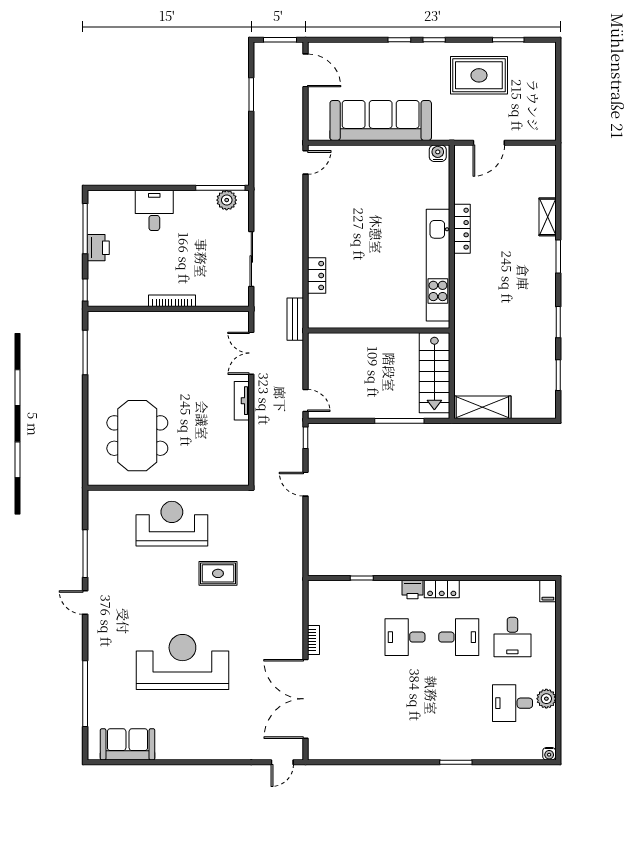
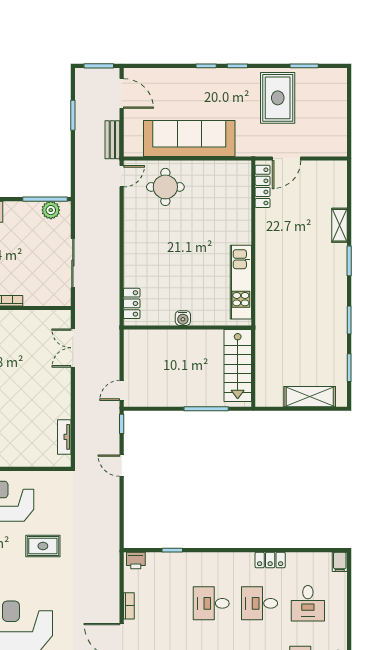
rug: (479, 75) -> (278, 98), turned 90
water cooler: (438, 153) -> (183, 318), moved, turned 180
round table: (354, 174) -> (165, 187), added
locker: (462, 229) -> (263, 186), moved
kitchen unit: (438, 265) -> (241, 282), width x0.73
locker: (317, 276) -> (132, 303), moved
bench: (295, 319) -> (112, 140), moved
door: (305, 400) -> (122, 390), swing flipped
tv unit: (242, 401) -> (64, 437), moved
shelving: (482, 407) -> (310, 397), moved
locker: (442, 589) -> (270, 560), moved
printer: (413, 590) -> (136, 561), moved
desk: (459, 637) -> (260, 603), turned 180

